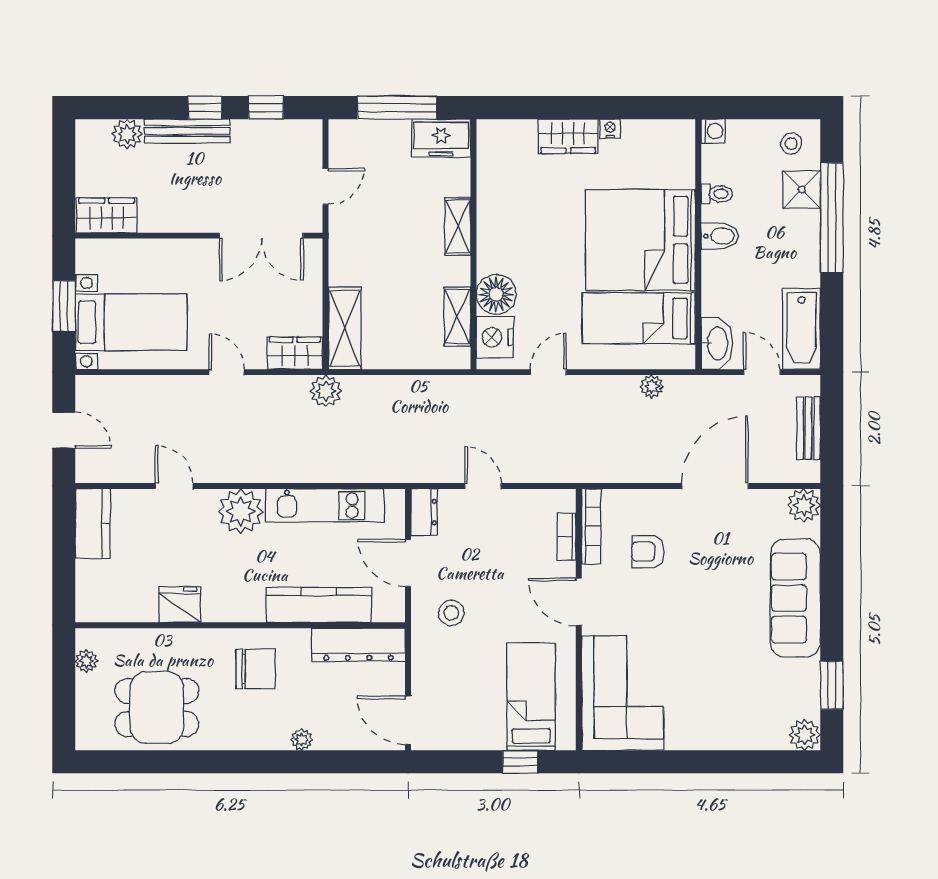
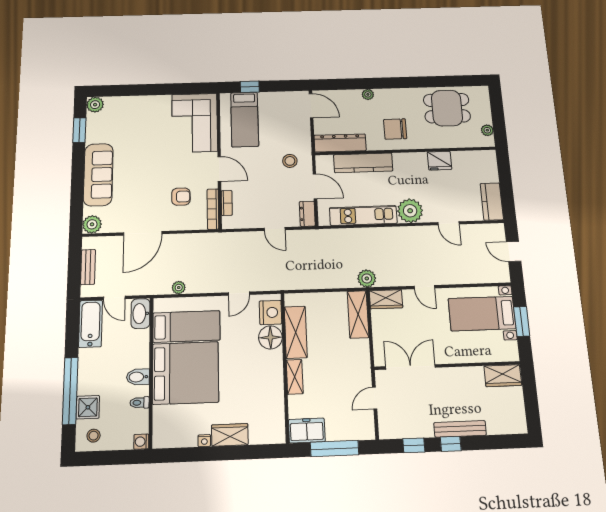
plant: (127, 134) -> (496, 425), removed
shelving: (457, 316) -> (296, 332), width x1.50, depth x1.33

